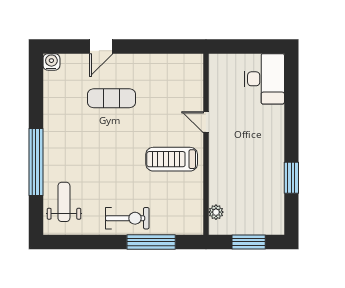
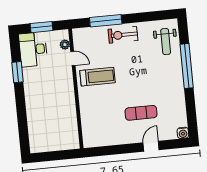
desk: (264, 79) -> (33, 49), moved
door: (206, 122) -> (73, 58), moved

